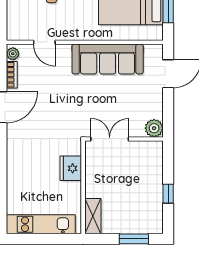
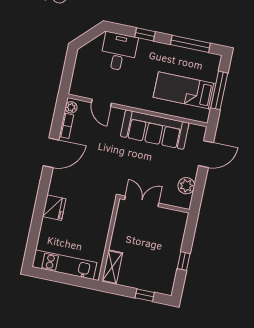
plant: (154, 128) -> (186, 186), moved
fridge: (71, 168) -> (54, 208), moved, turned 180
window: (134, 239) -> (145, 295), width x0.67

